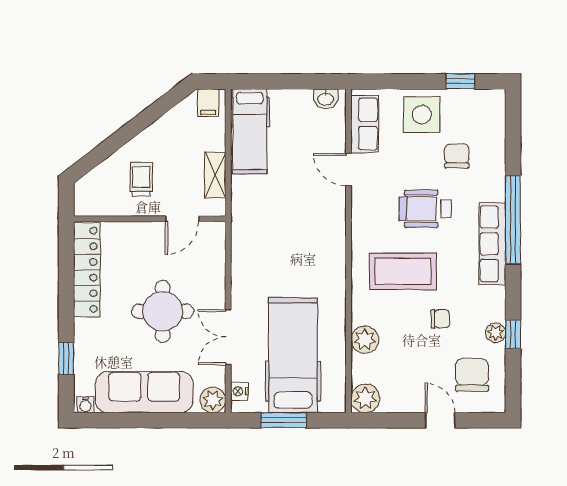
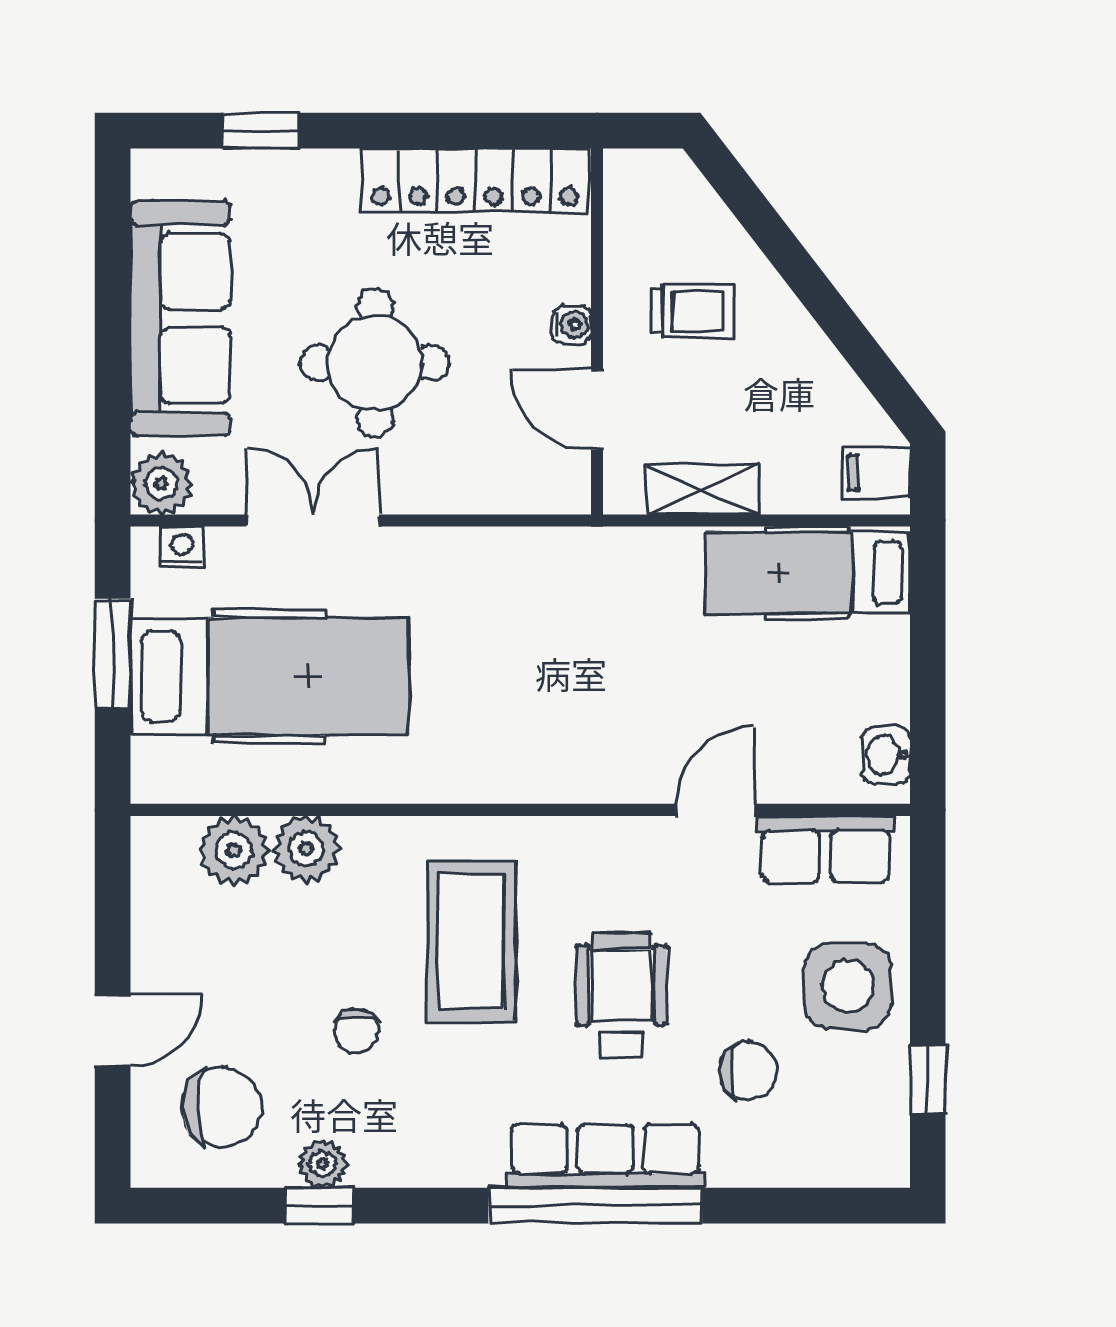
row of seats: (492, 244) -> (605, 1156), moved
plant: (365, 398) -> (234, 850), moved
water cooler: (85, 405) -> (572, 325), moved, turned 180

